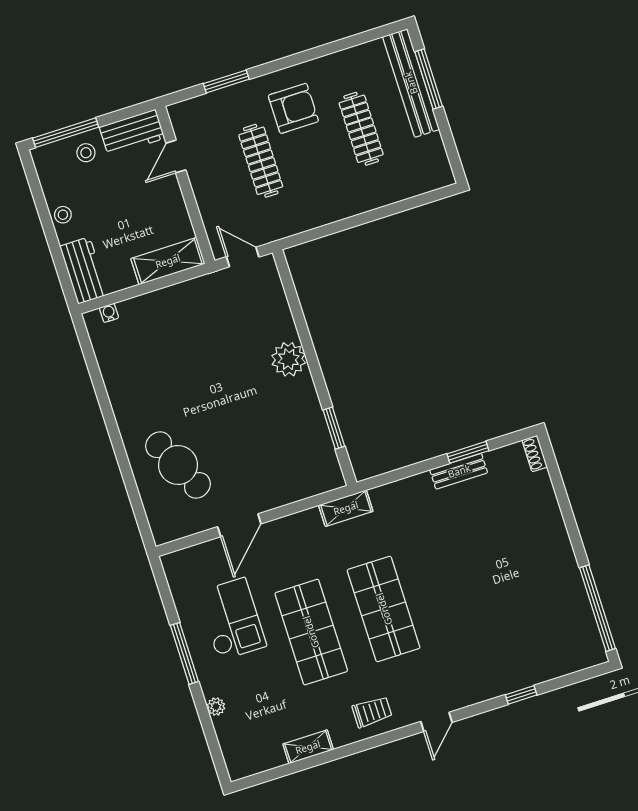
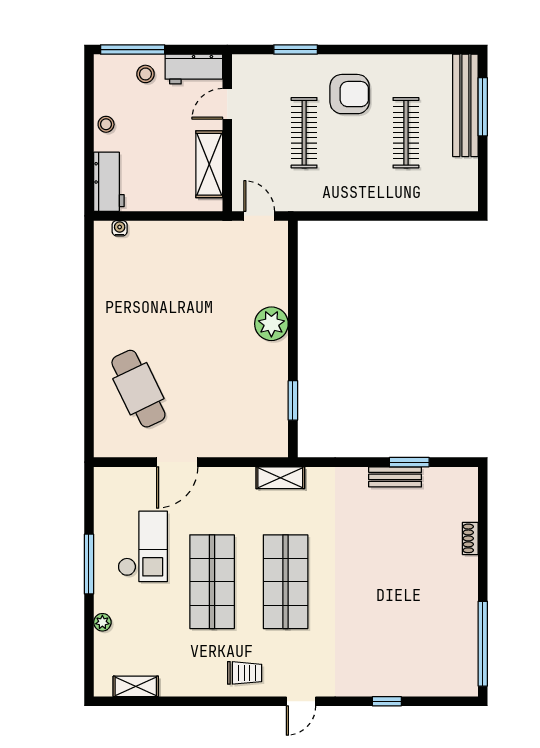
shelving: (168, 261) -> (209, 164), moved, turned 90
shoe rack: (535, 454) -> (470, 538), moved
shelving: (308, 747) -> (136, 686), moved

